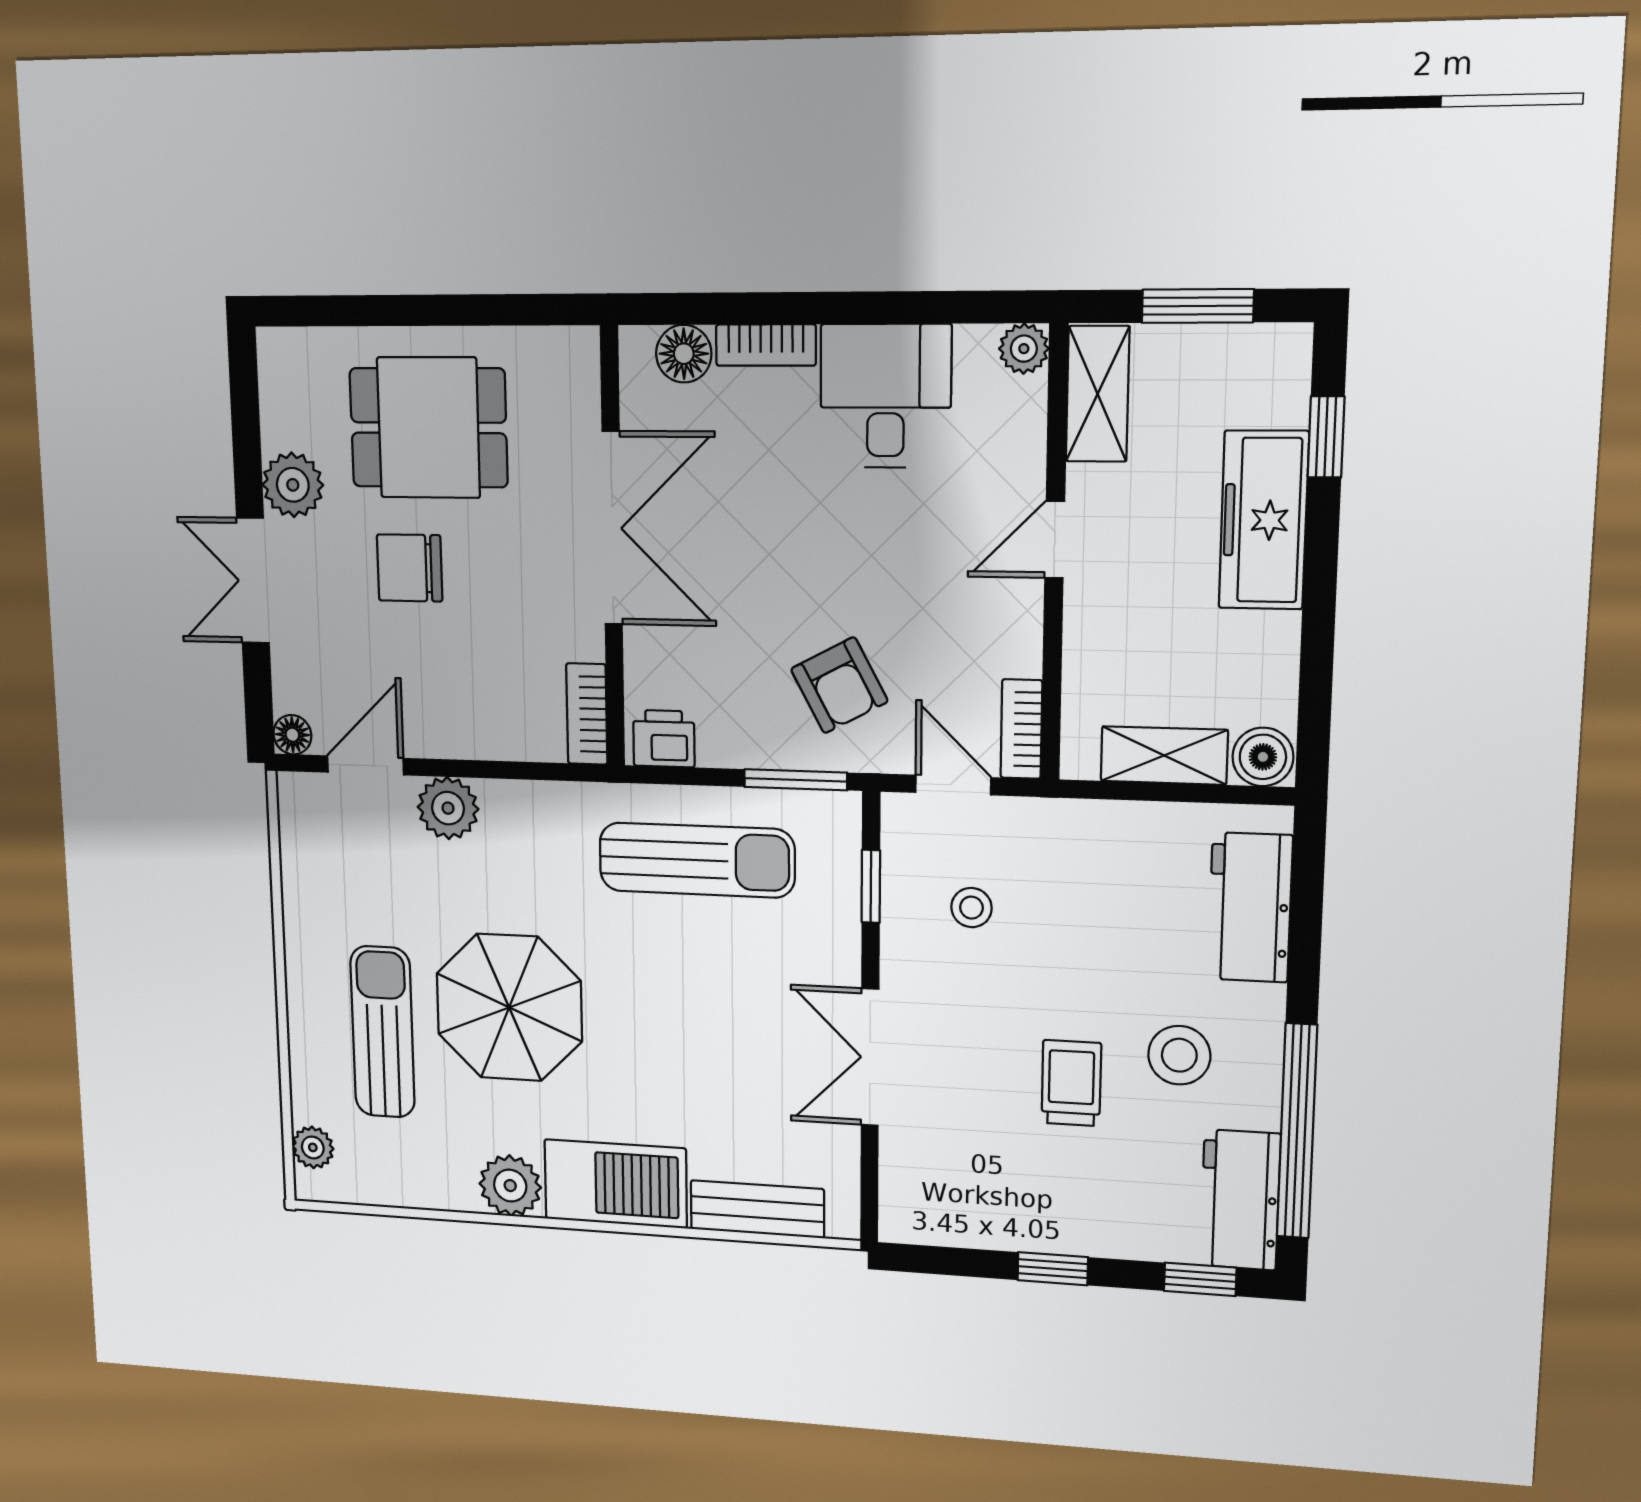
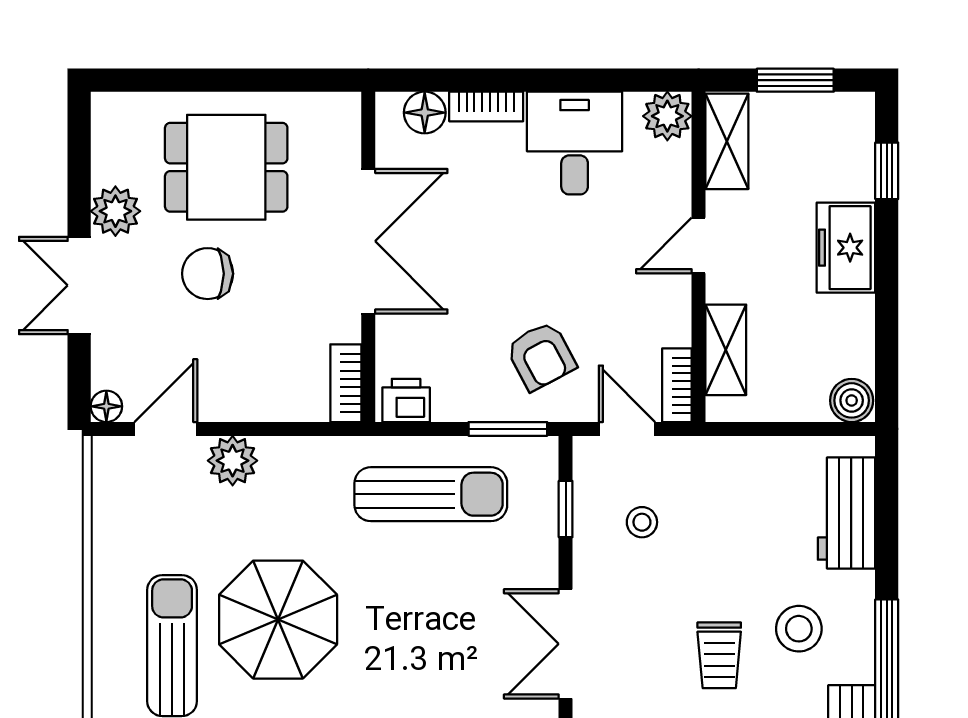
plant: (1024, 349) -> (667, 116), width x1.38, depth x1.38
freezer: (1264, 520) -> (846, 248), width x0.71
shelving: (1164, 755) -> (726, 350), moved, turned 90
trolley: (1071, 1083) -> (719, 655), turned 180

